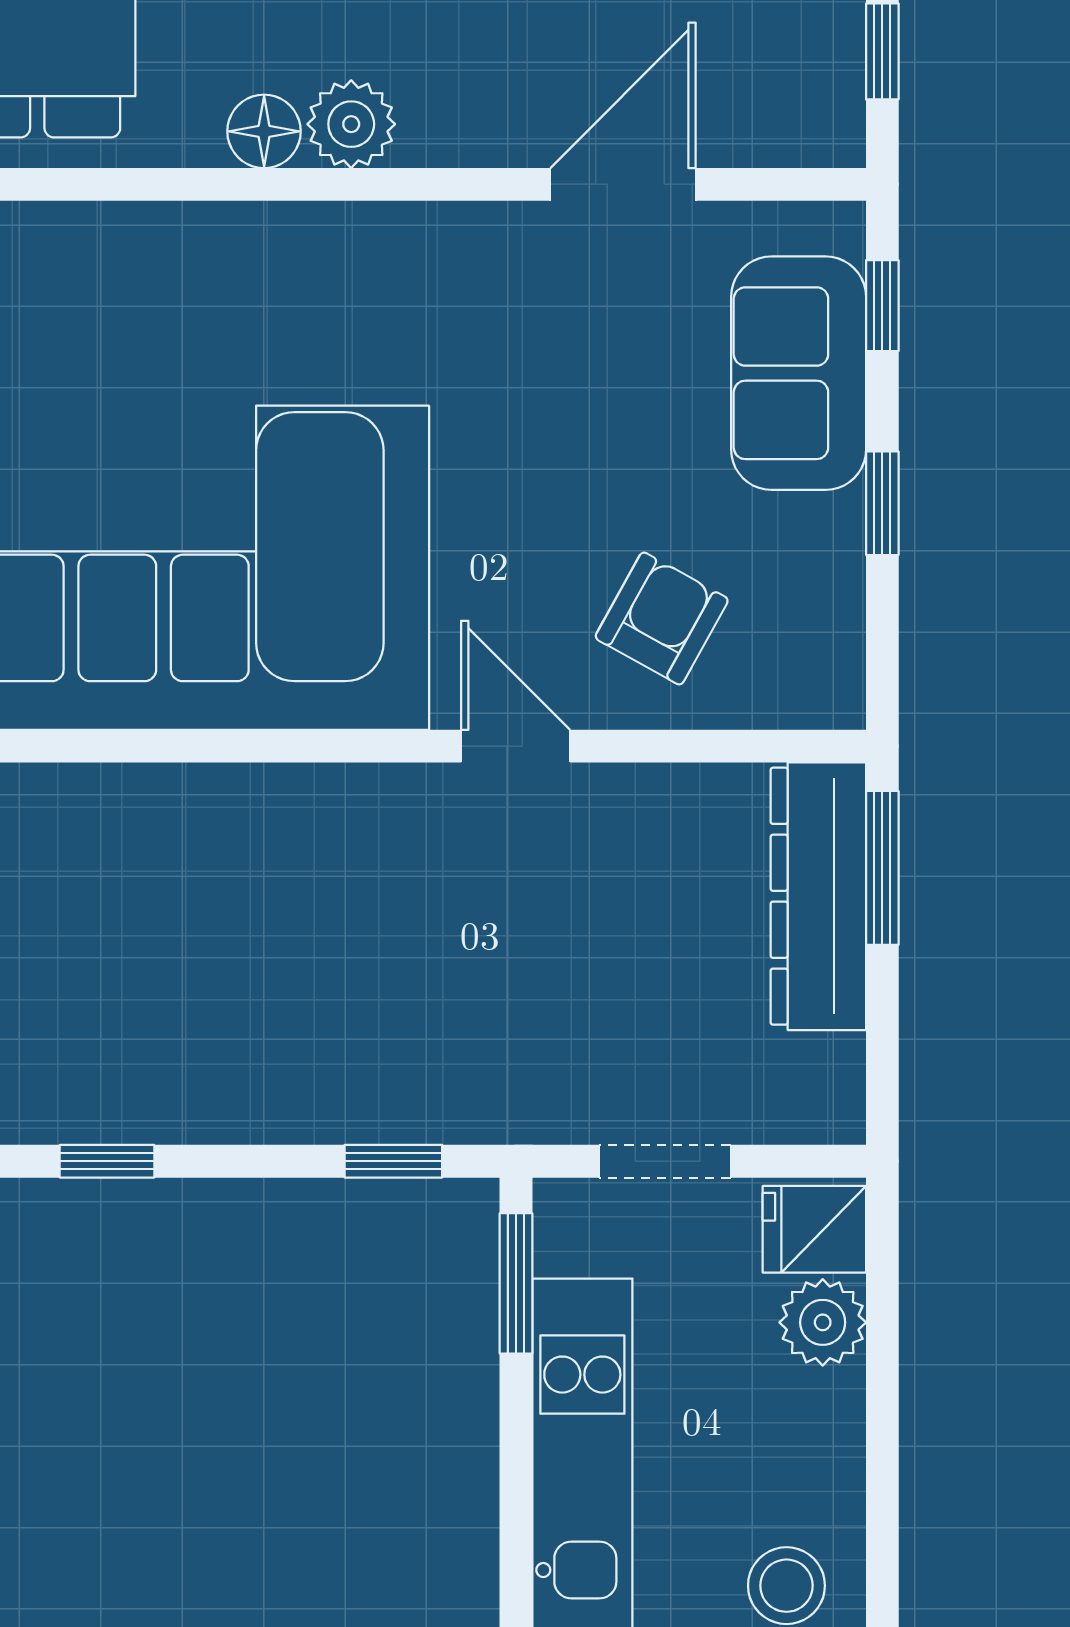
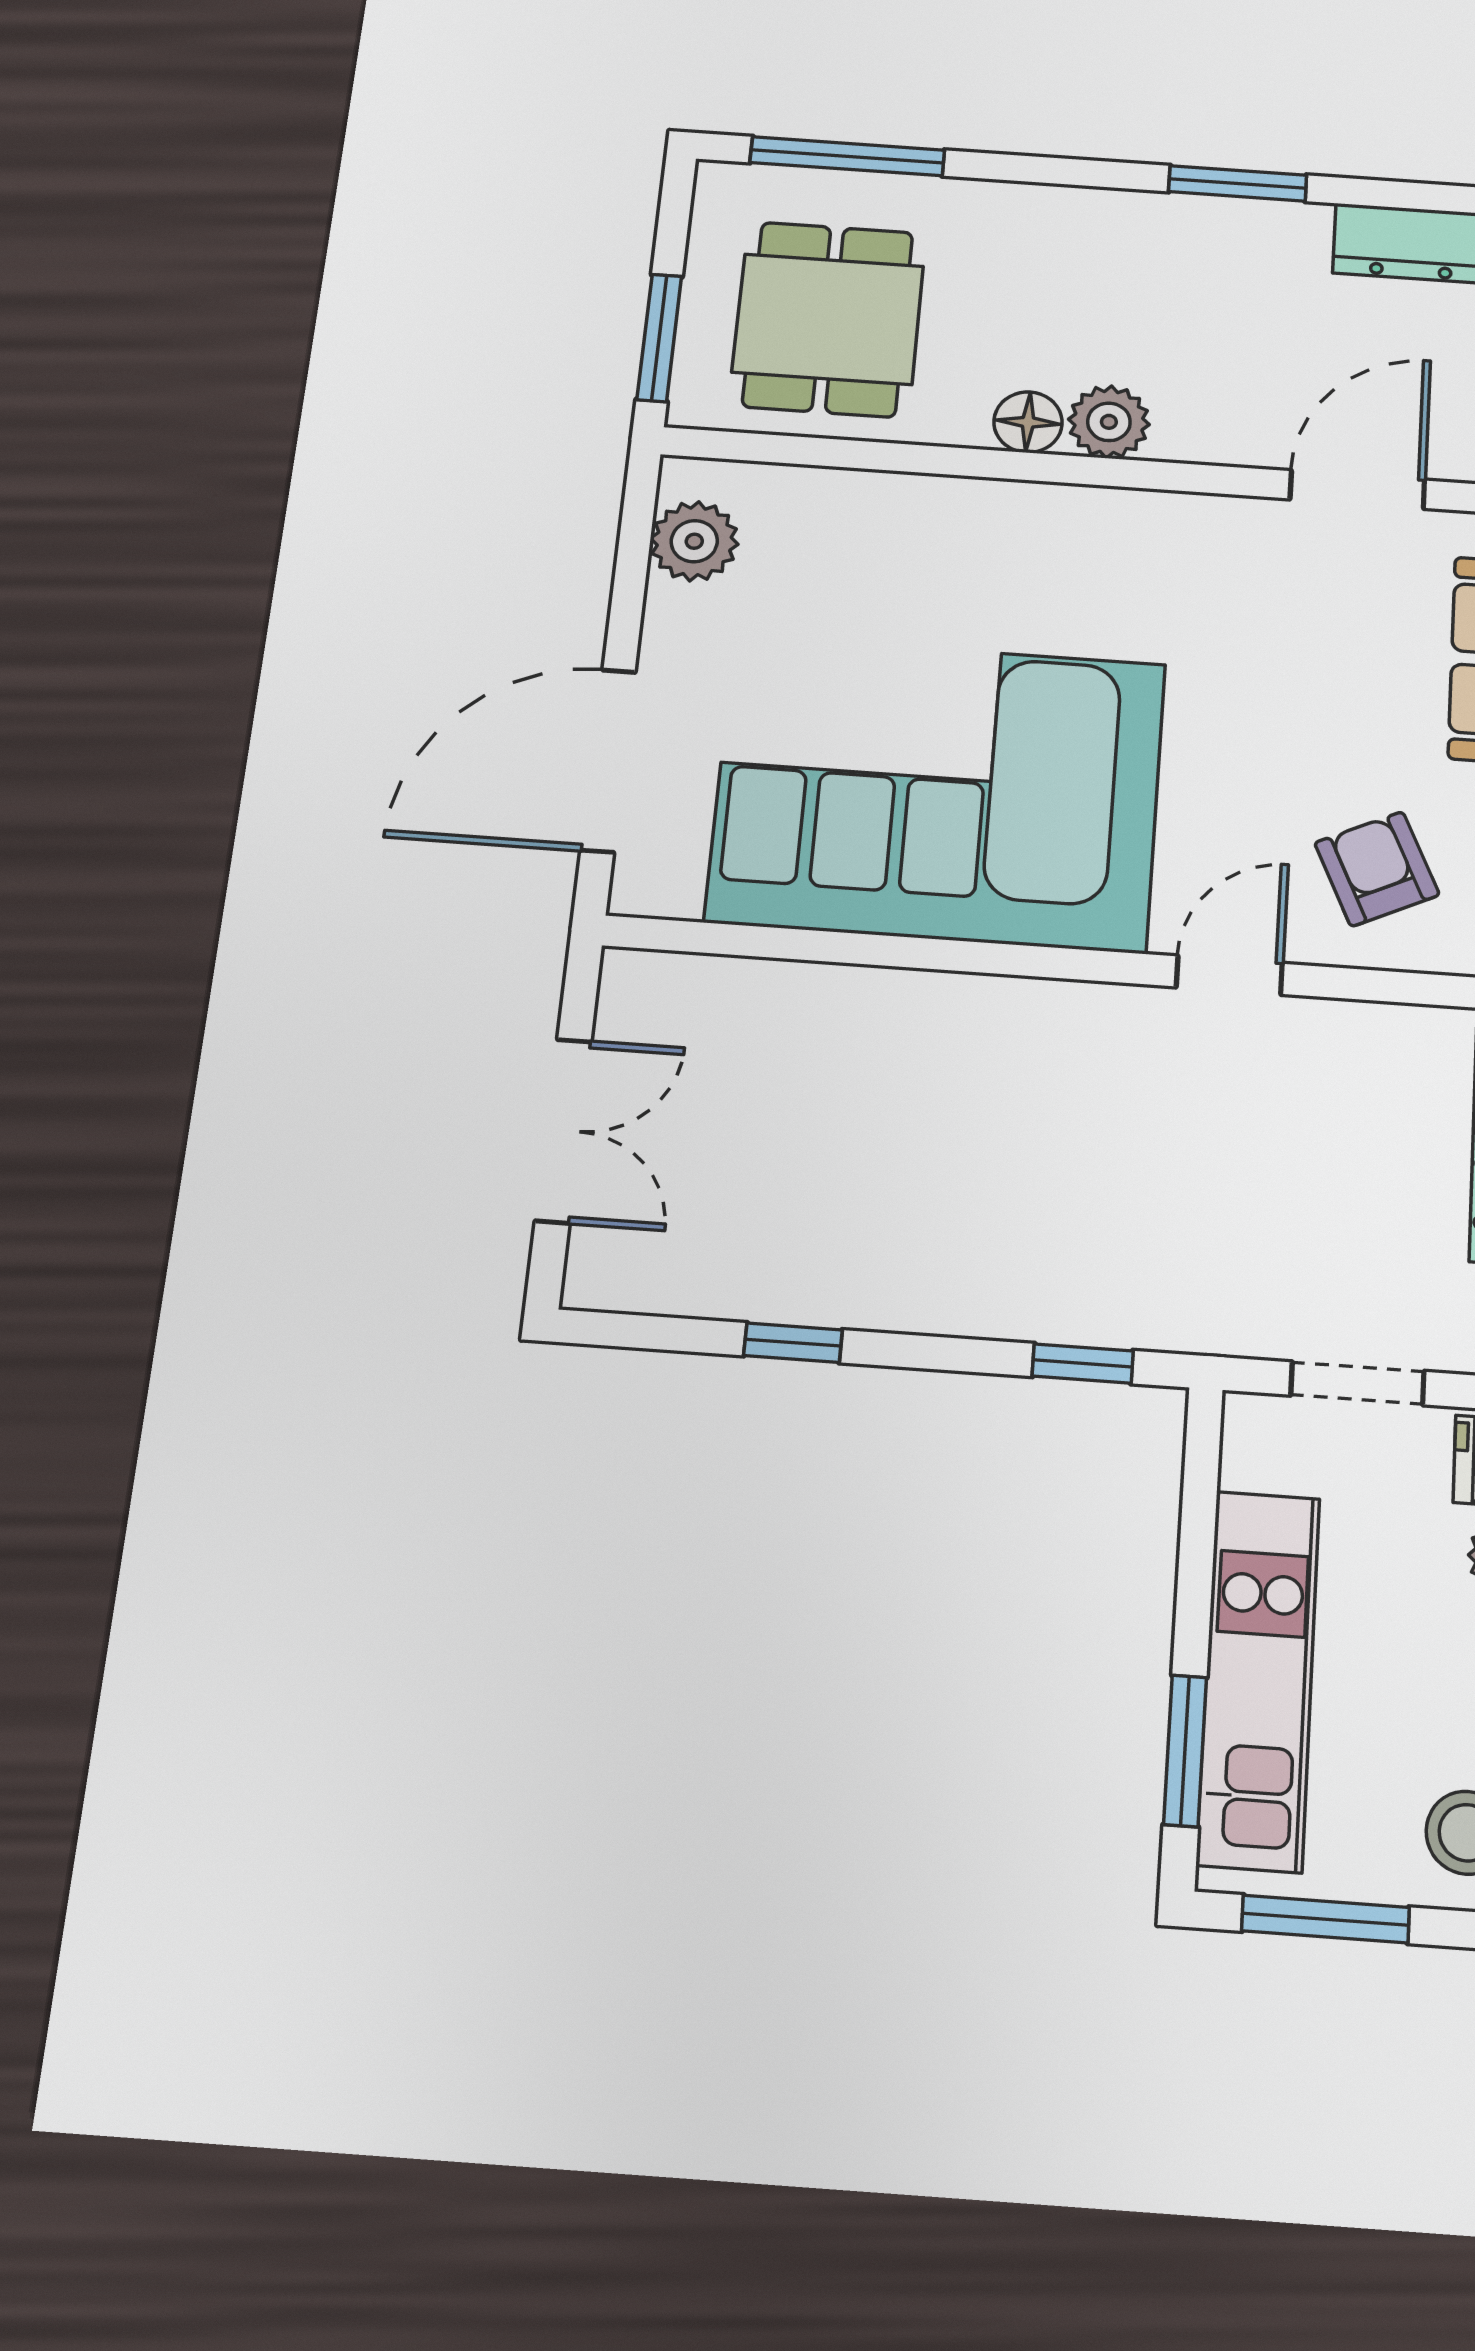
armchair: (662, 618) -> (1377, 869), turned -54
door: (516, 746) -> (1229, 975), hinge flipped
window: (516, 1283) -> (1185, 1751), moved

